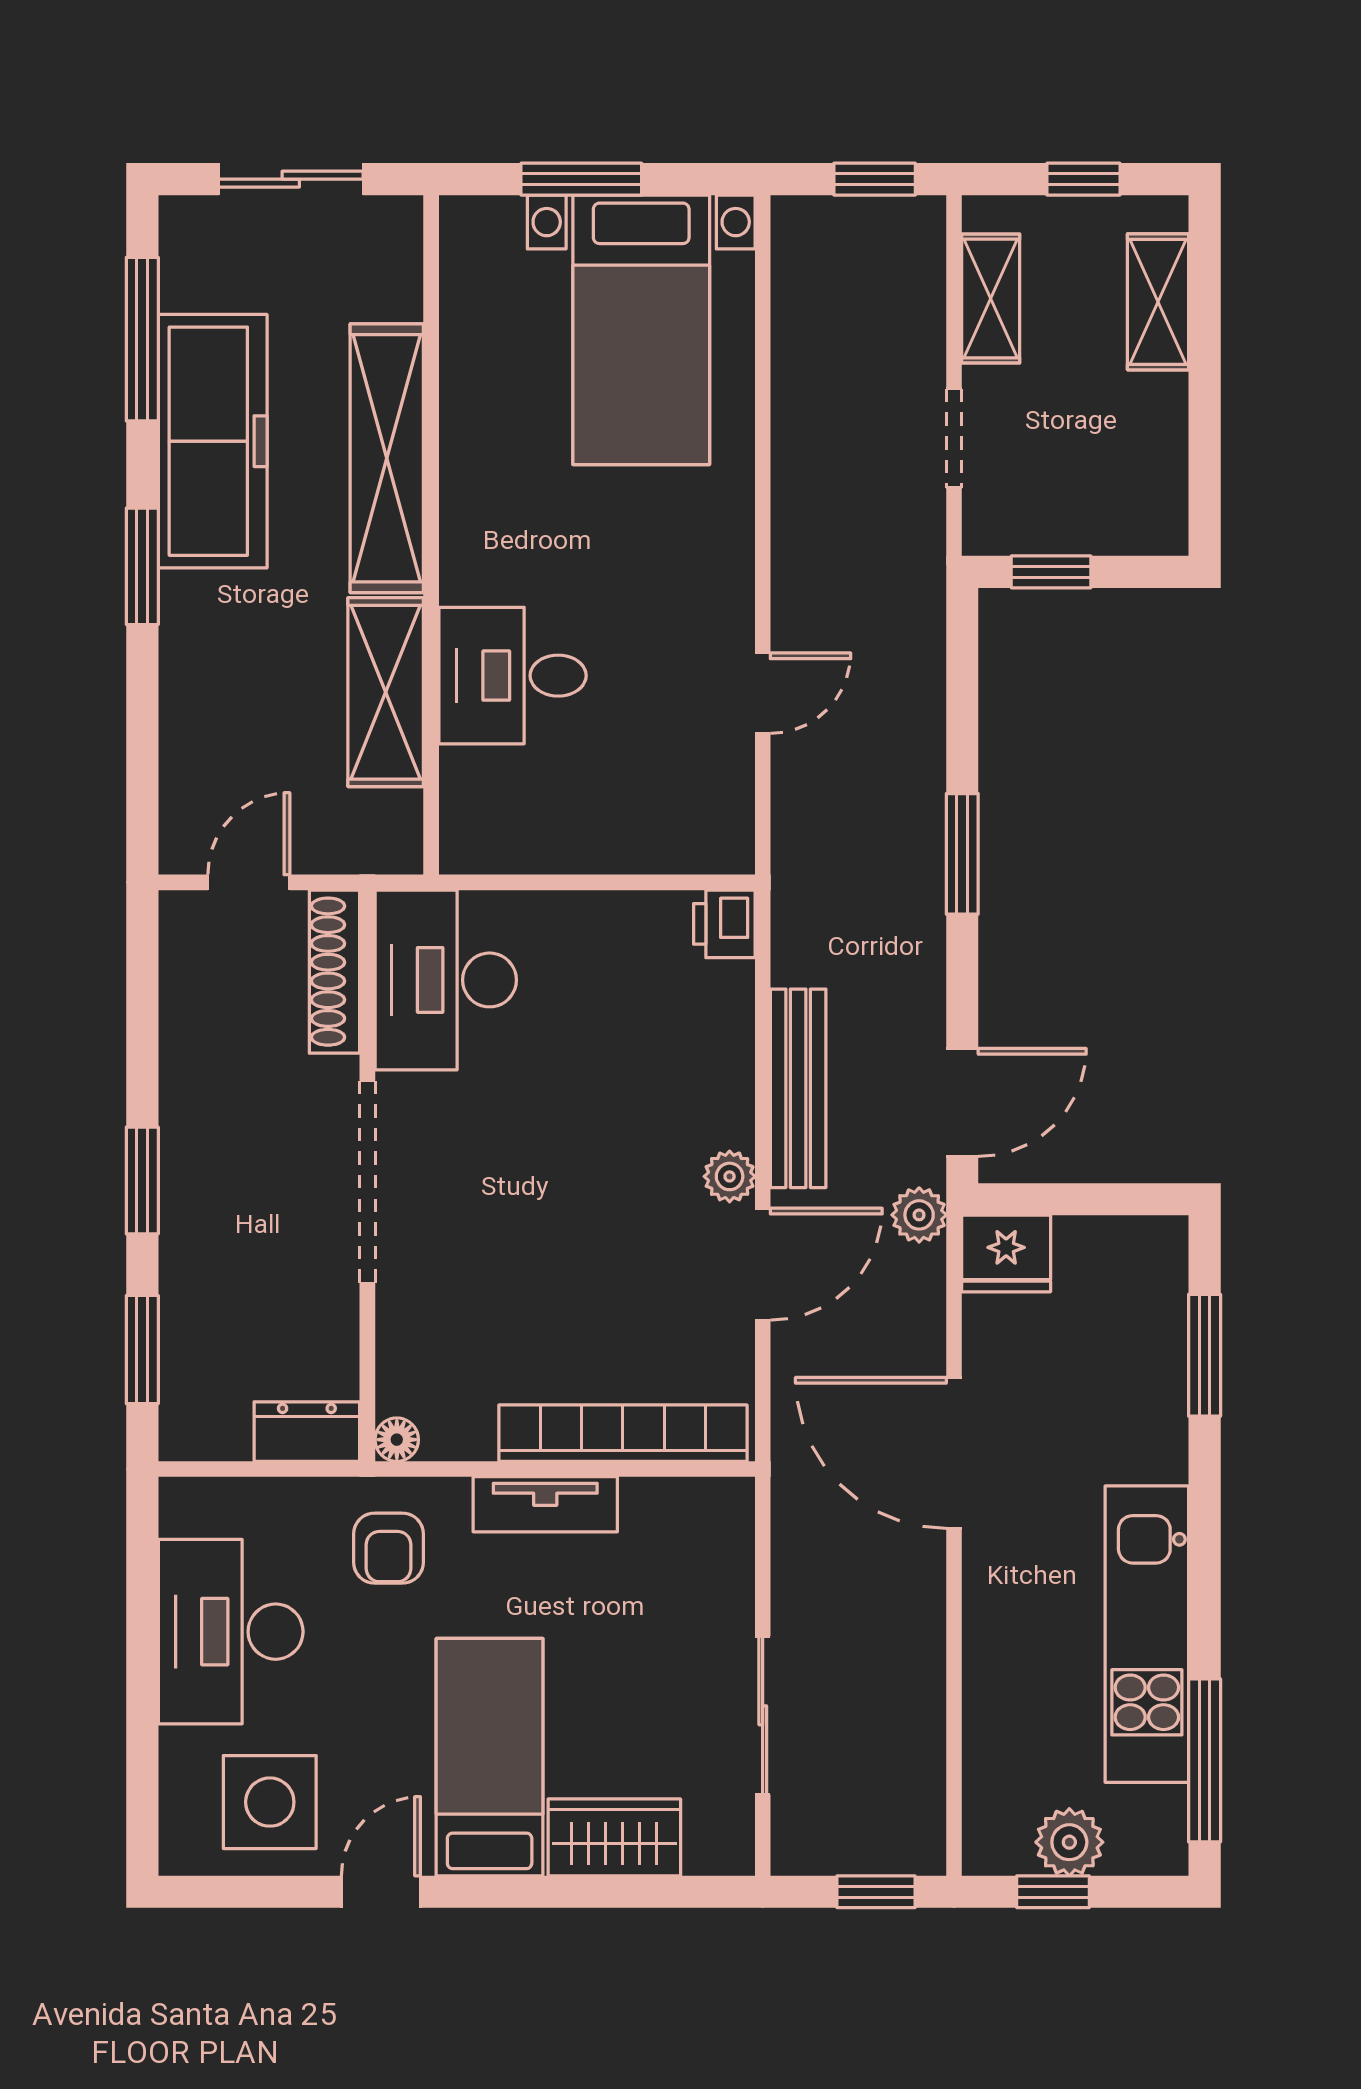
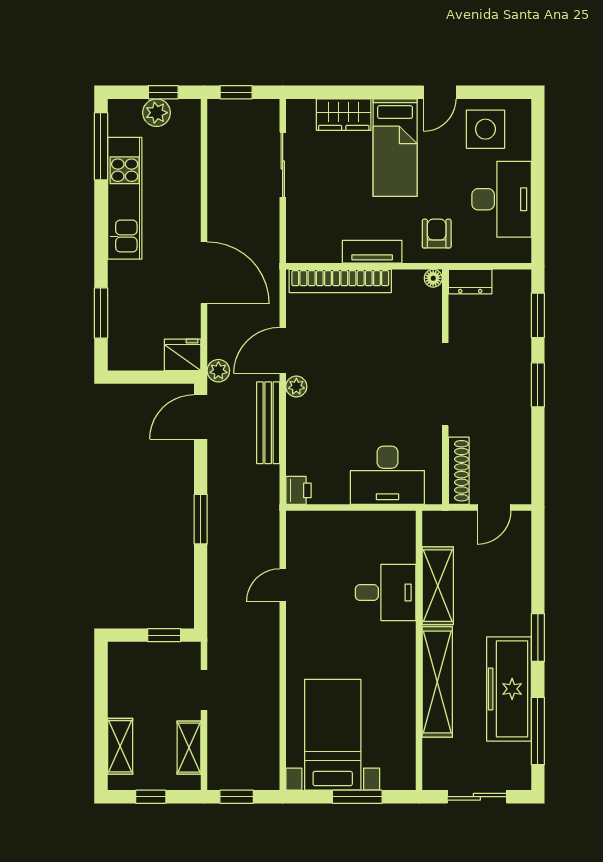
desk: (446, 980) -> (387, 475), moved, turned 90

